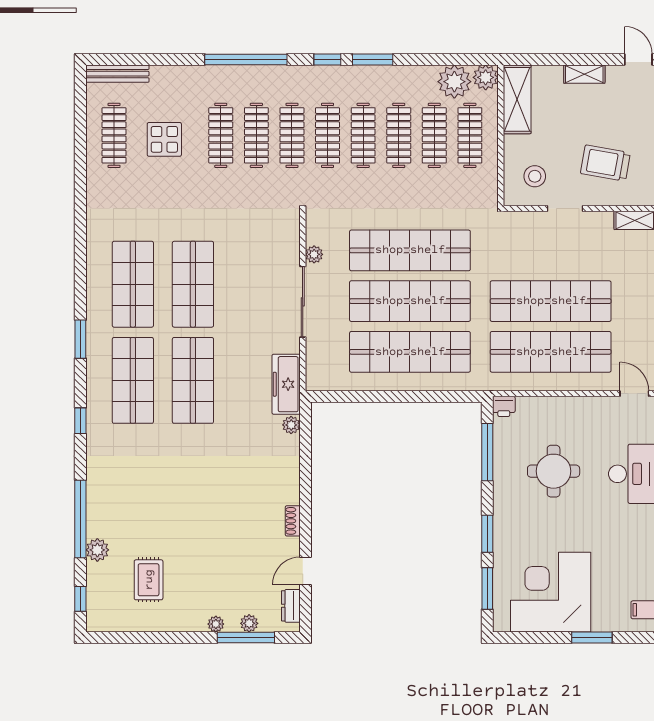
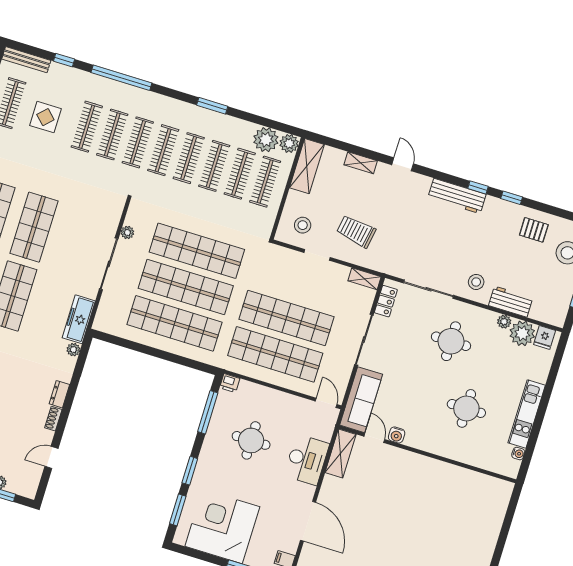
window: (327, 59) -> (64, 60), moved
dresser: (291, 606) -> (59, 394), moved

